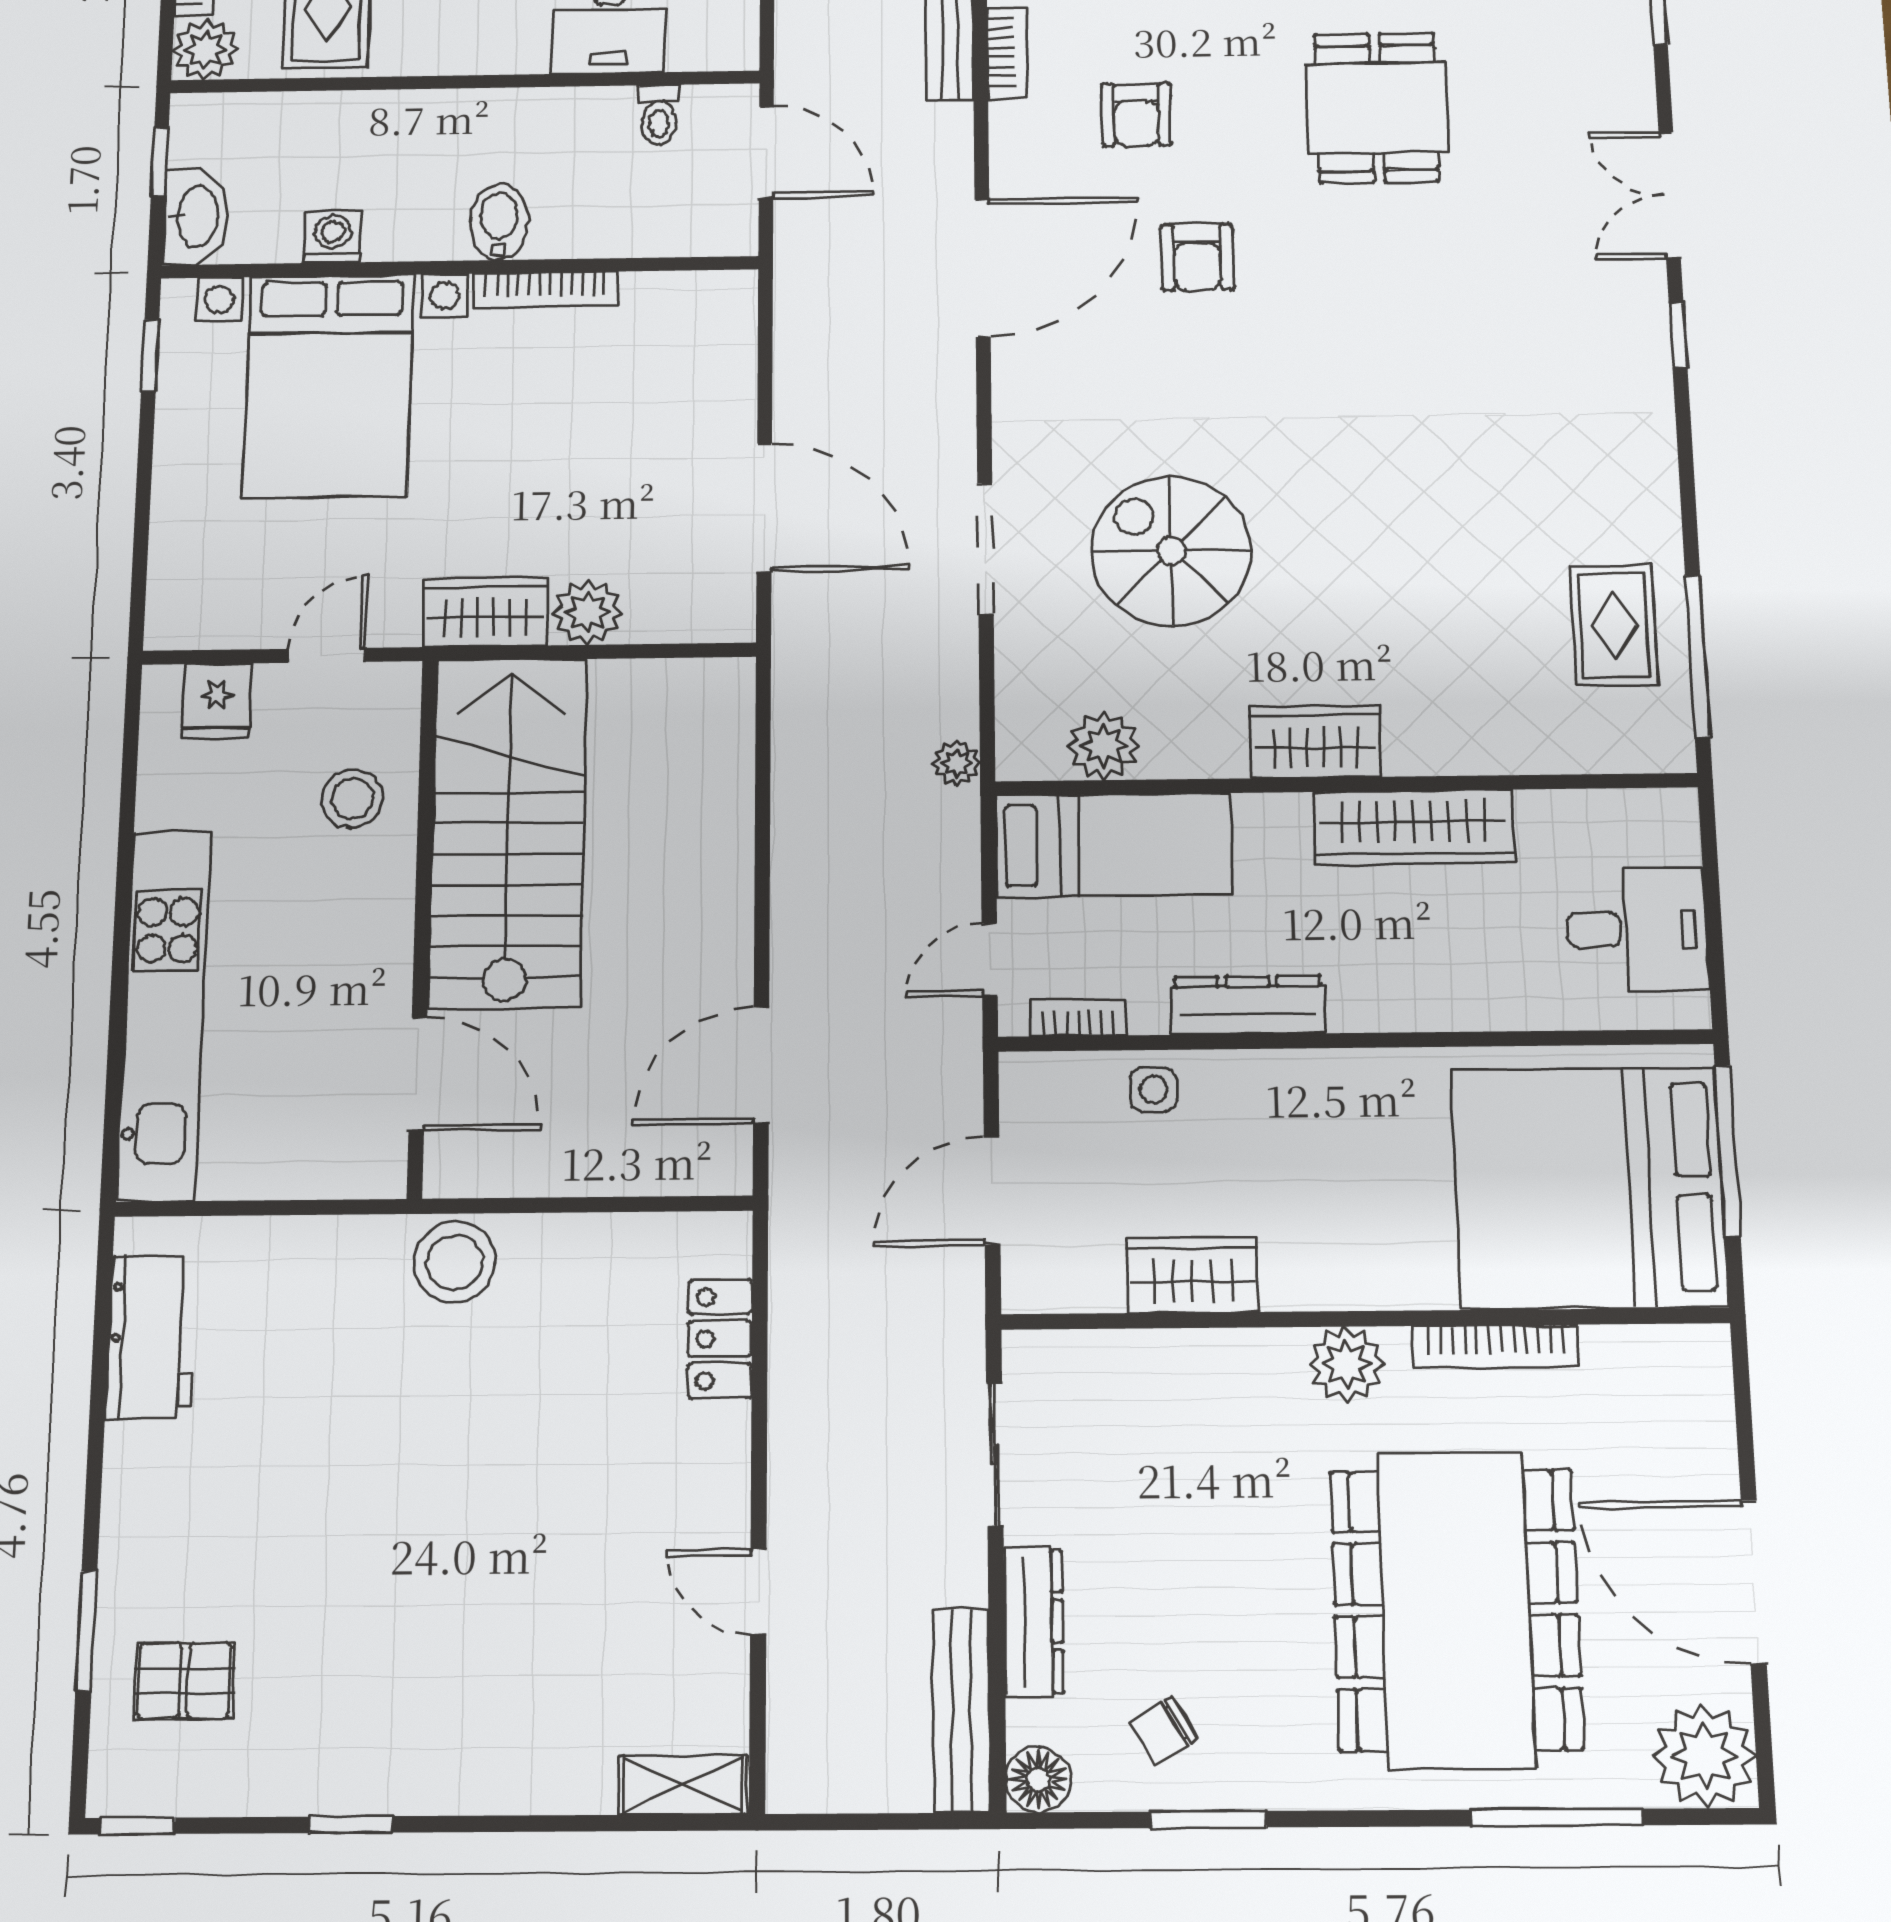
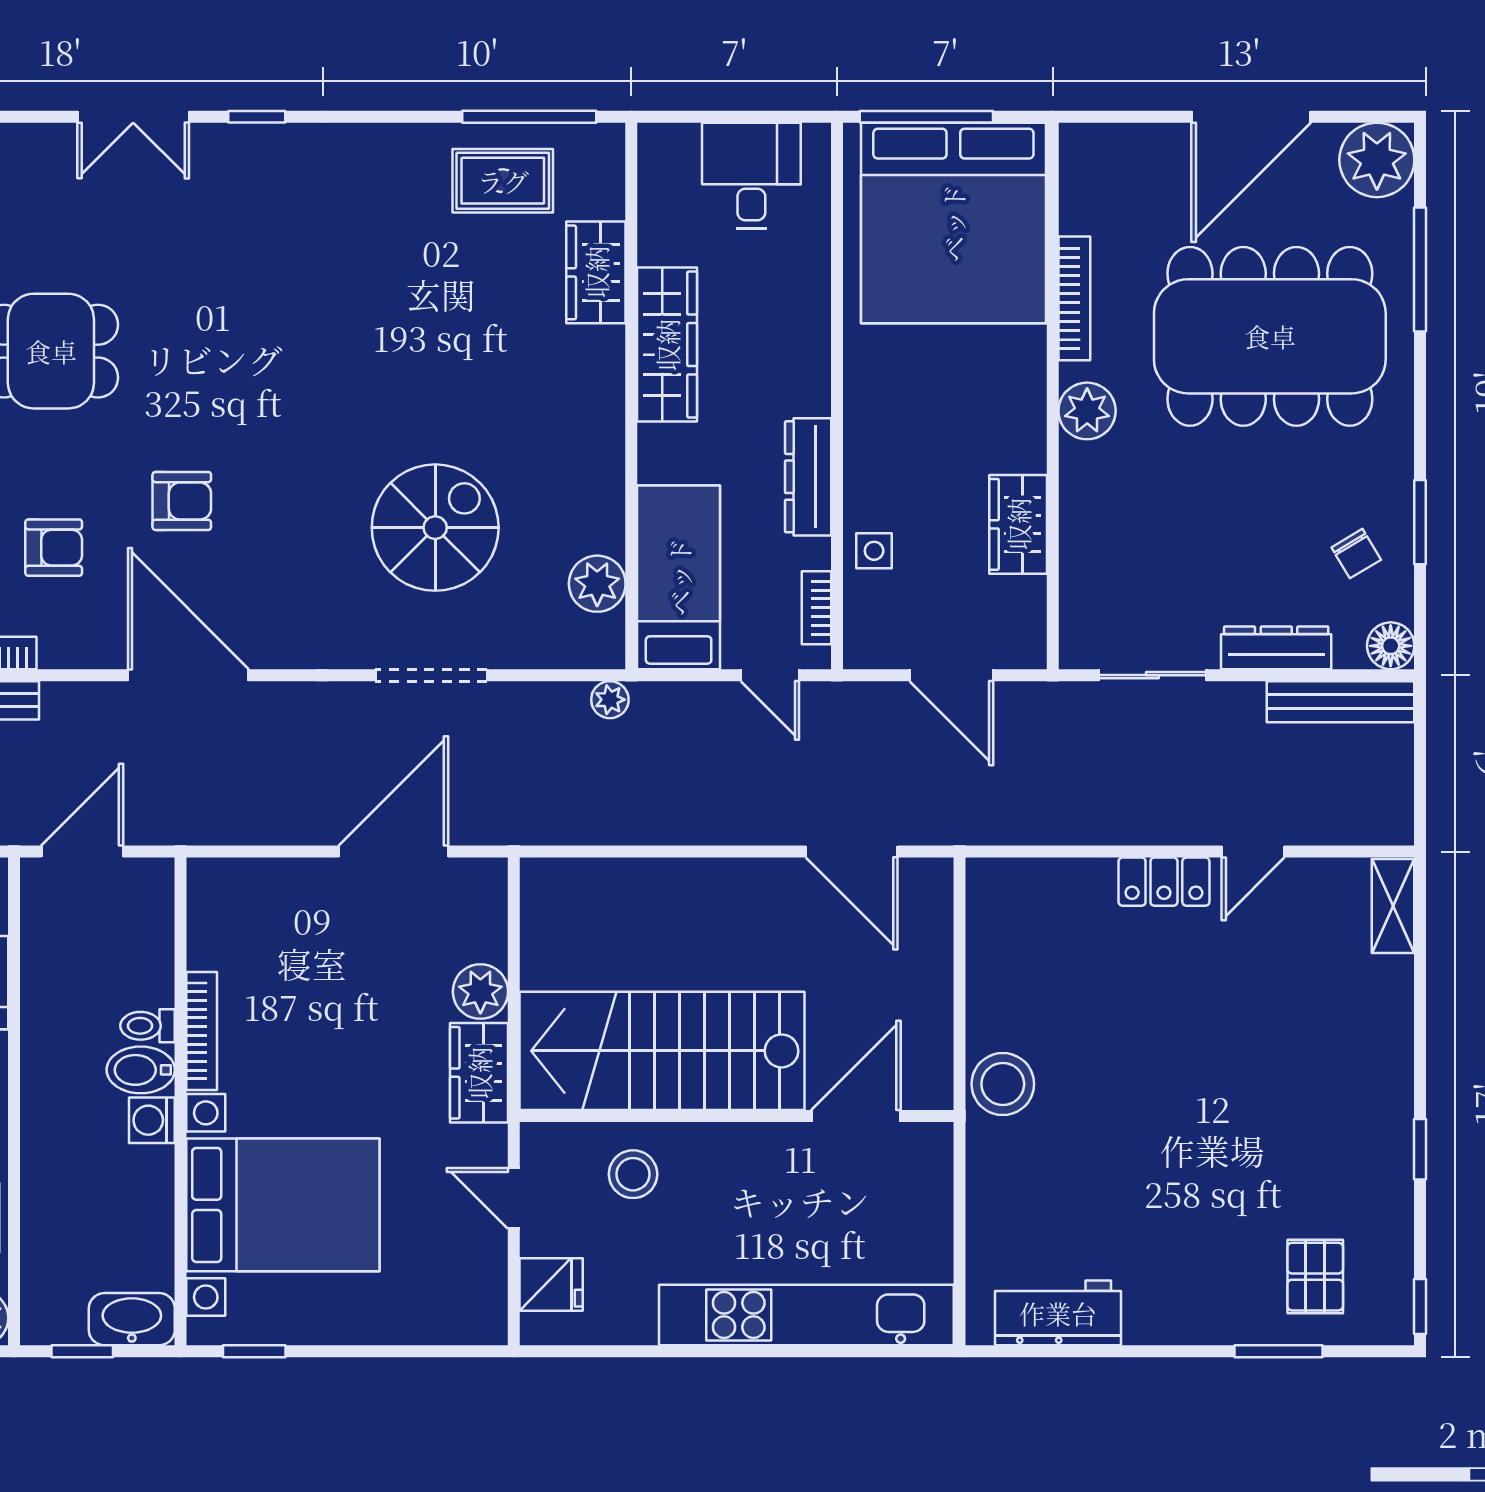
toilet: (659, 115) -> (148, 1026), moved, turned 180
washing machine: (333, 237) -> (152, 1120), moved
spiral stairs: (1171, 551) -> (435, 528), turned 180
wardrobe: (1315, 742) -> (596, 272), moved
locker: (720, 1339) -> (1164, 882), moved

